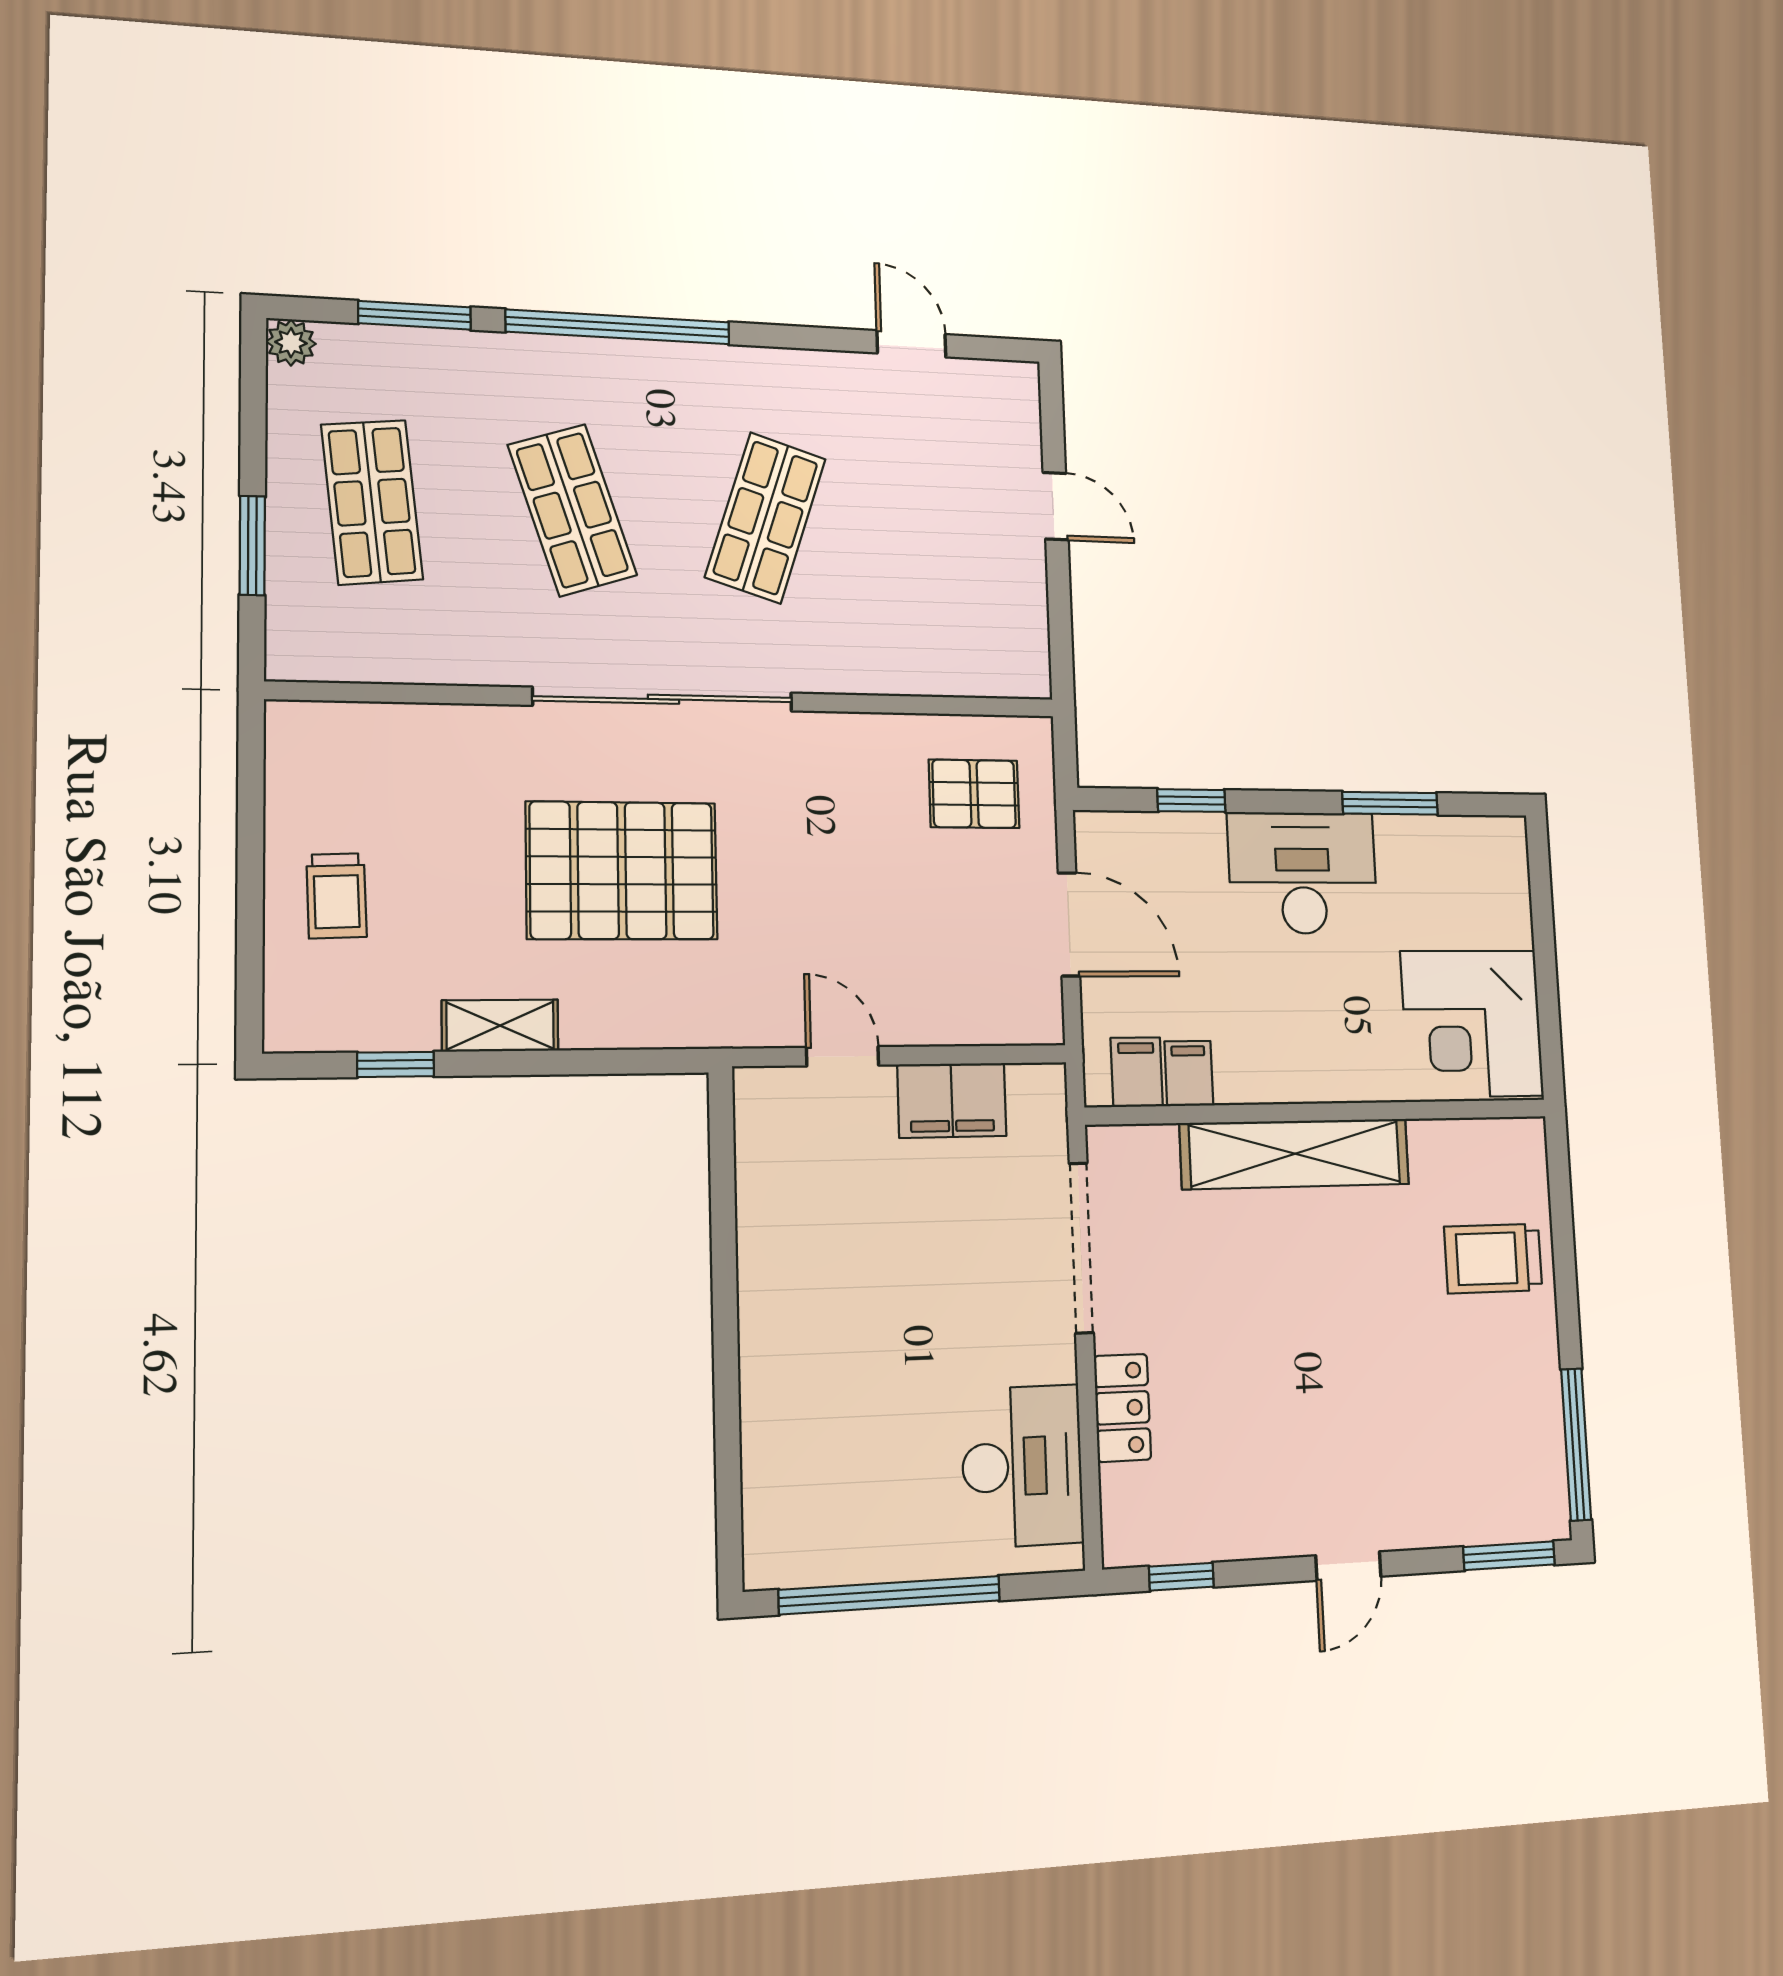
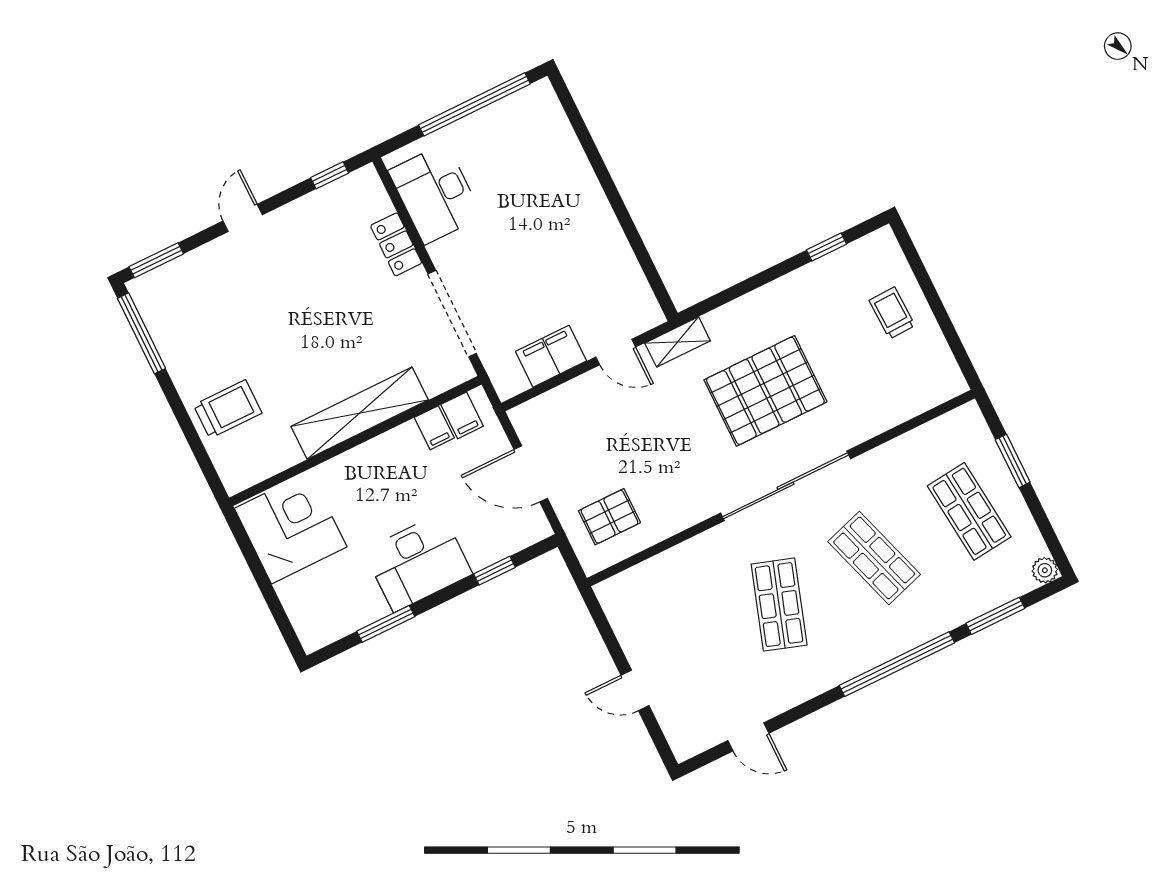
shelving: (500, 1026) -> (678, 342), moved

